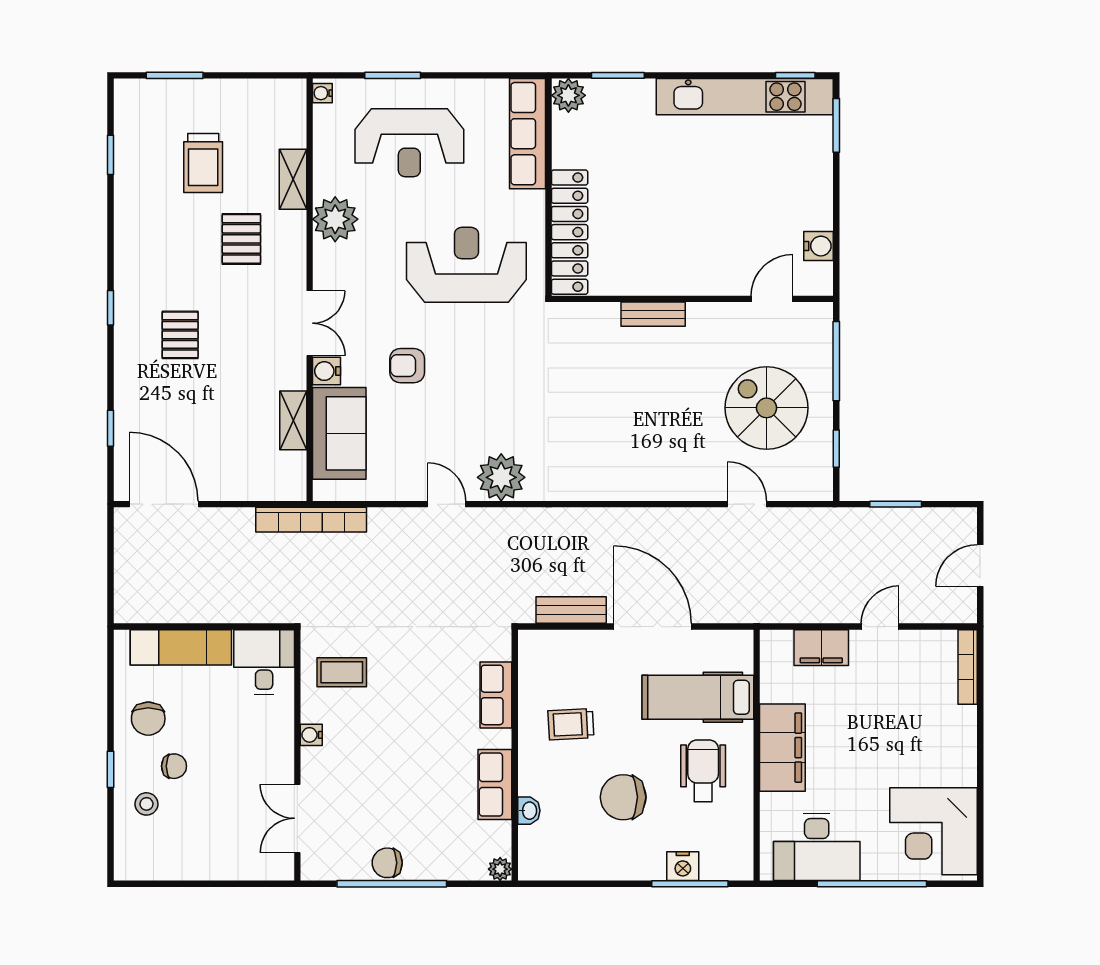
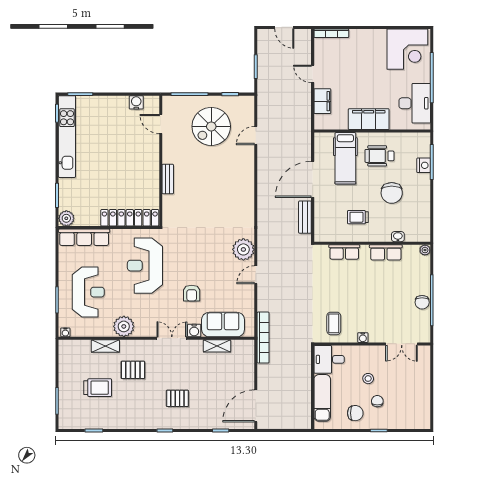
trolley: (571, 724) -> (358, 217), turned 93
stool: (146, 804) -> (368, 379), moved

